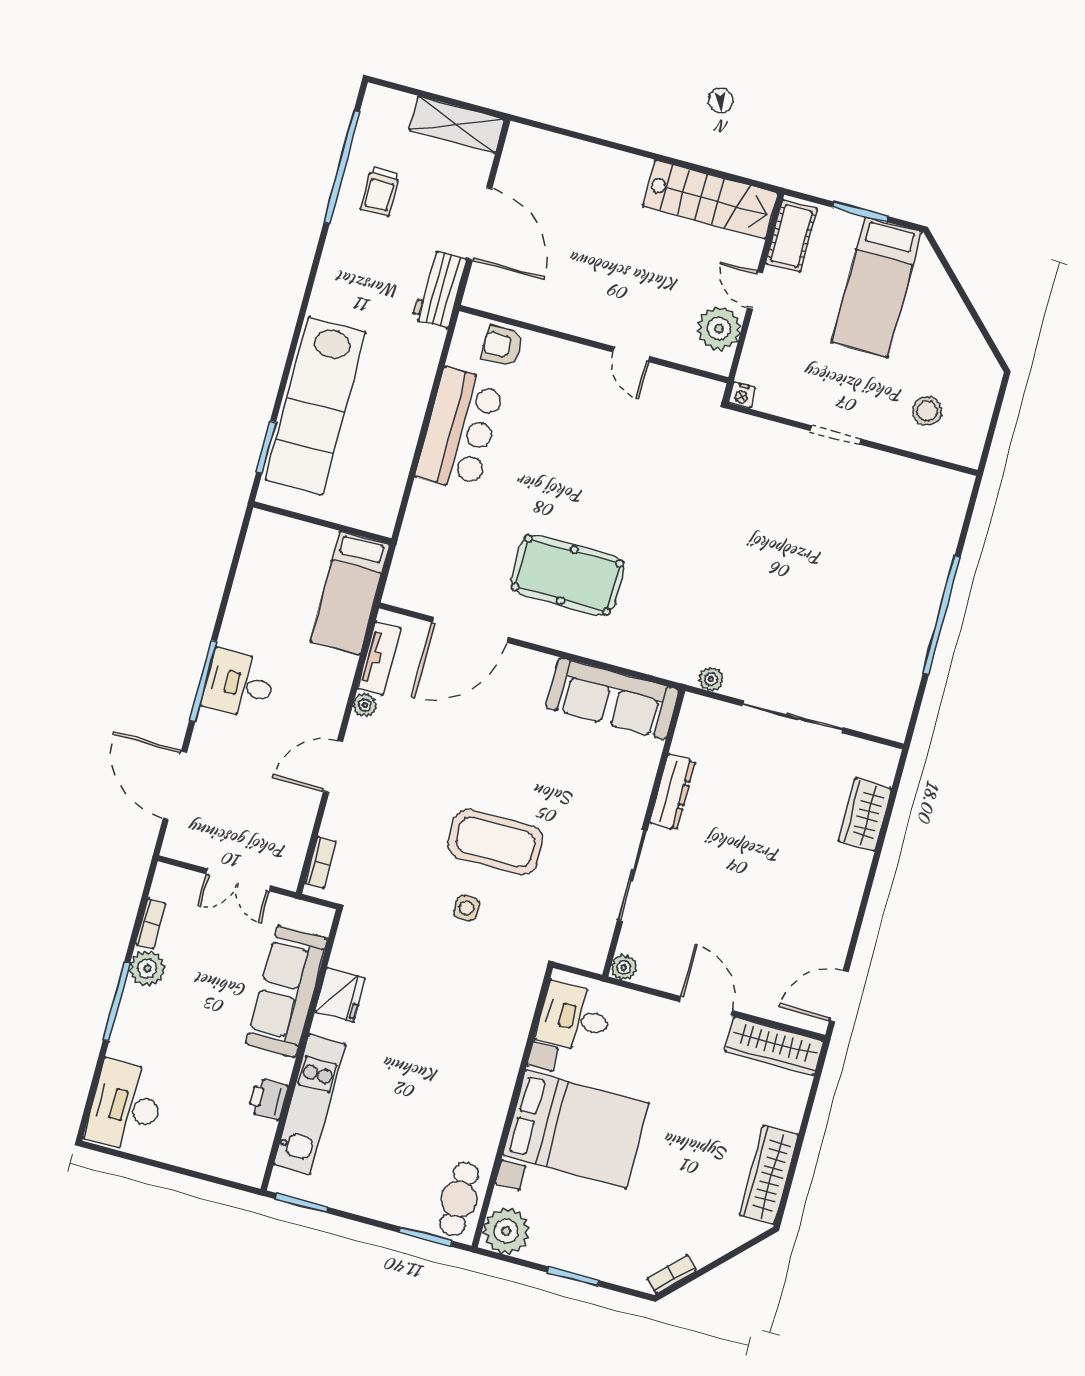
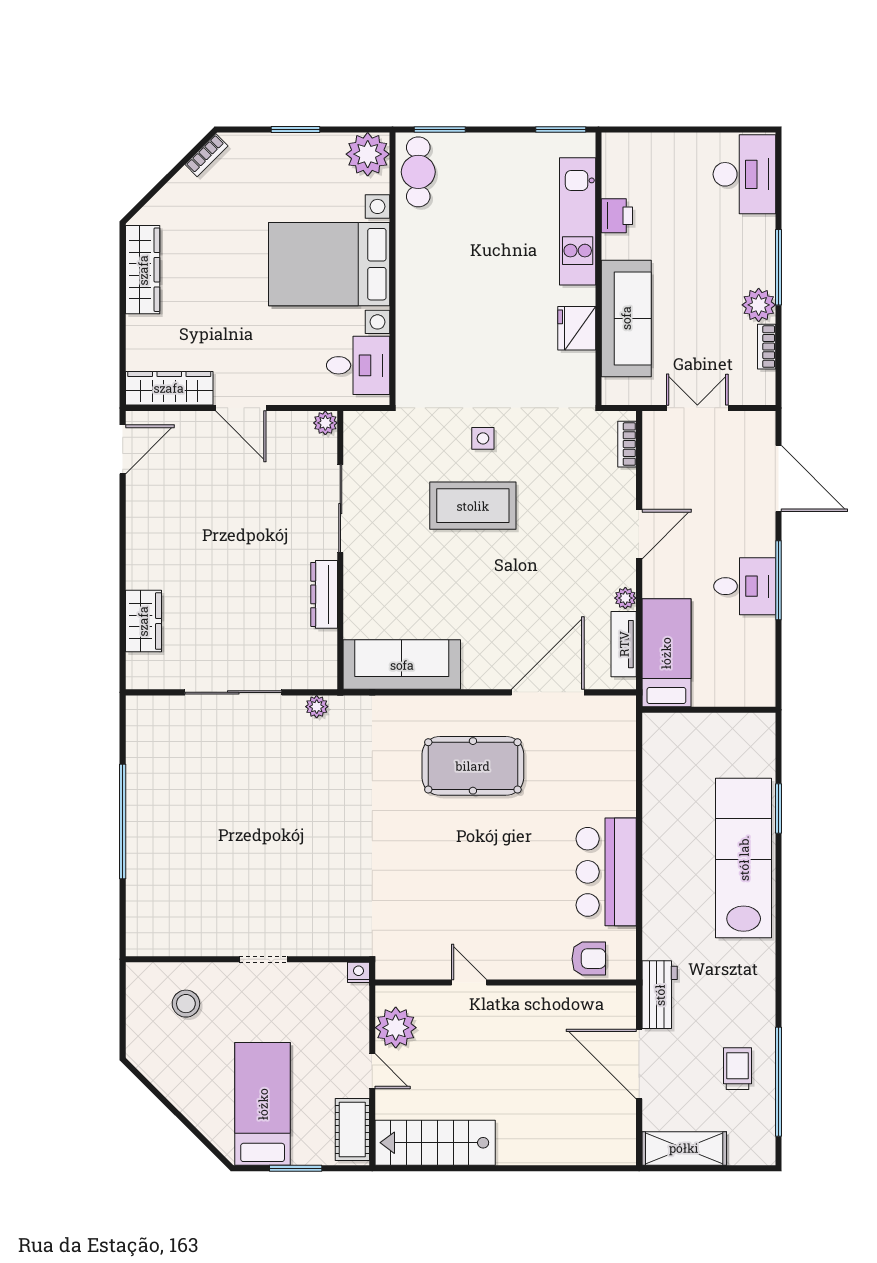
wall: (322, 523) -> (709, 710), moved
bed: (350, 593) -> (666, 653), moved

